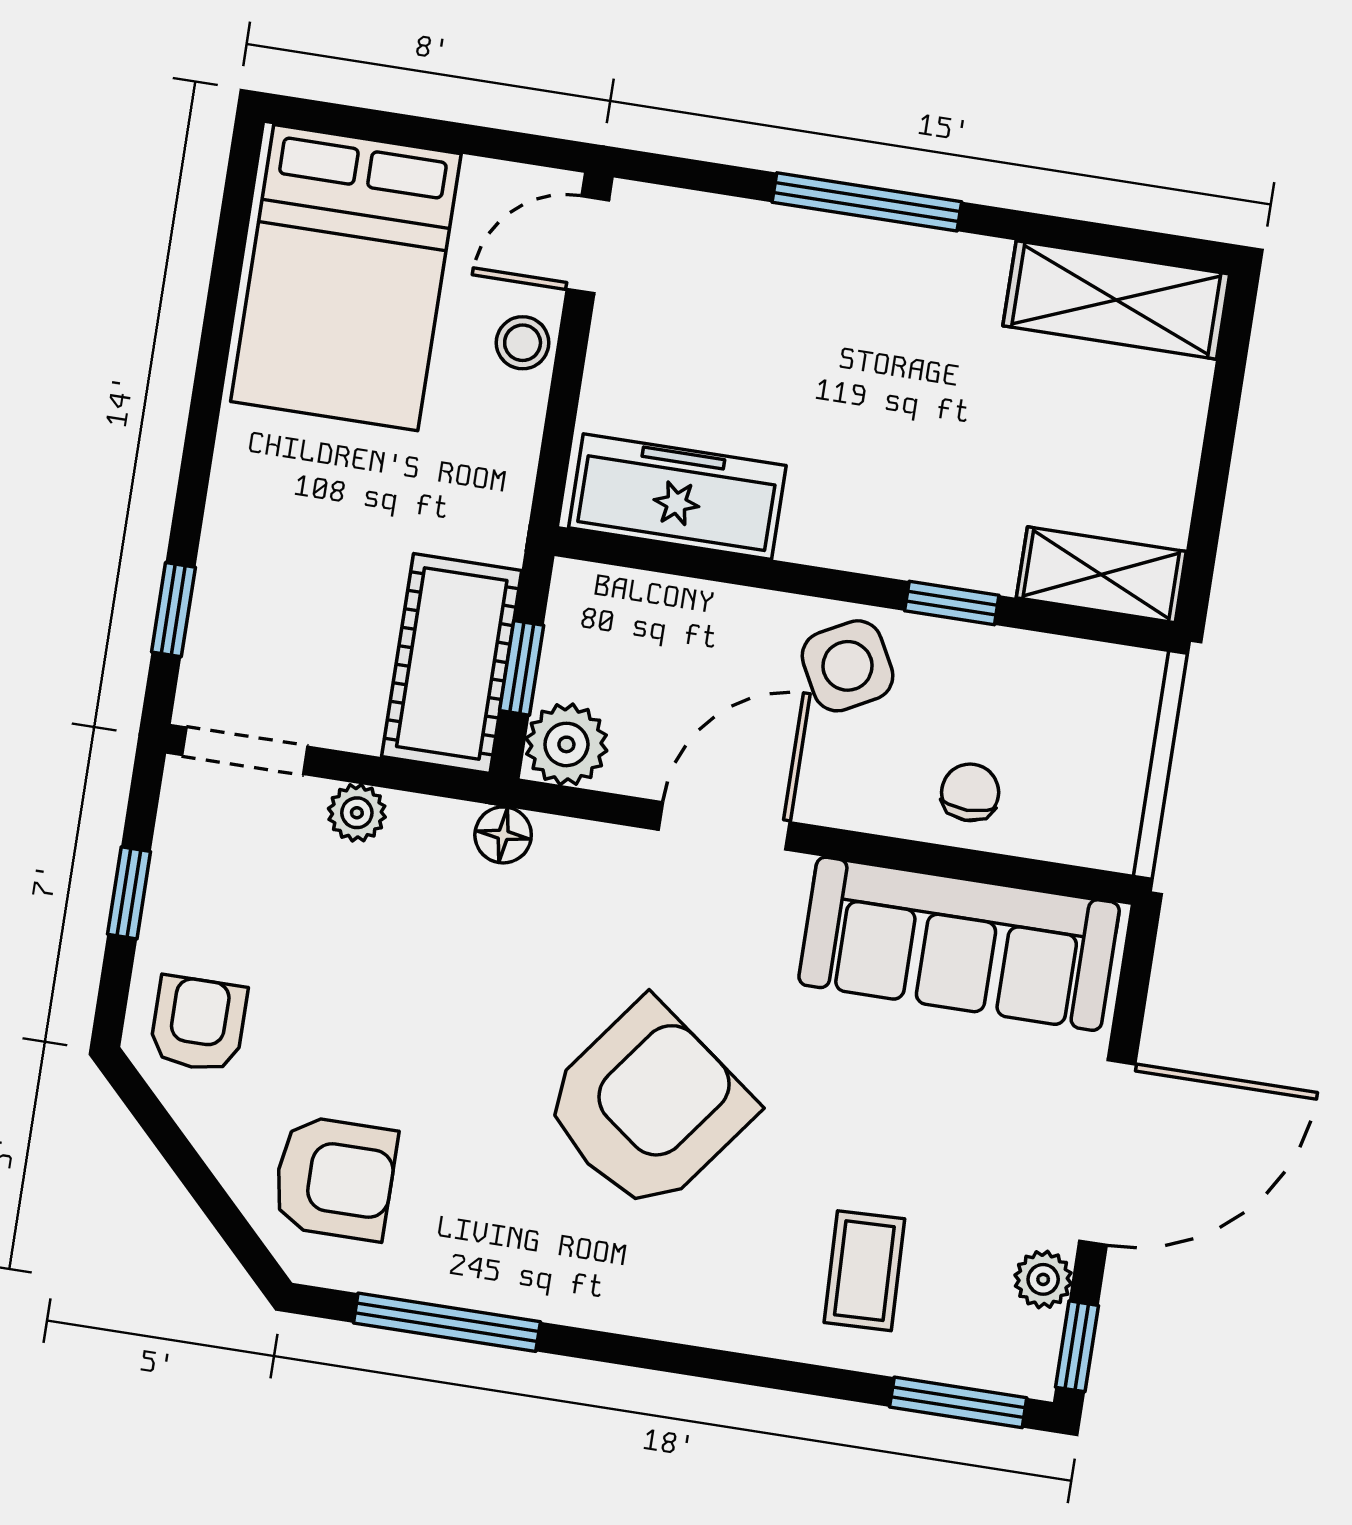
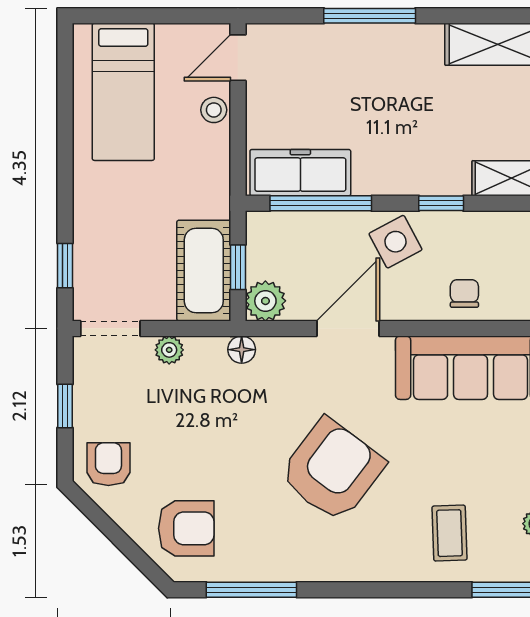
bed: (346, 278) -> (123, 92), width x0.67
window: (709, 565) -> (321, 203), added

